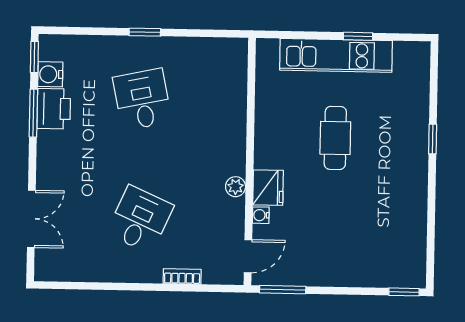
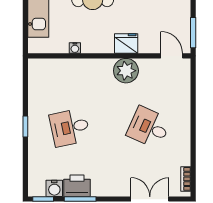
plant: (236, 187) -> (126, 71), width x1.87, depth x1.87
water cooler: (261, 215) -> (75, 48), moved
bookcase: (182, 276) -> (186, 179), moved

